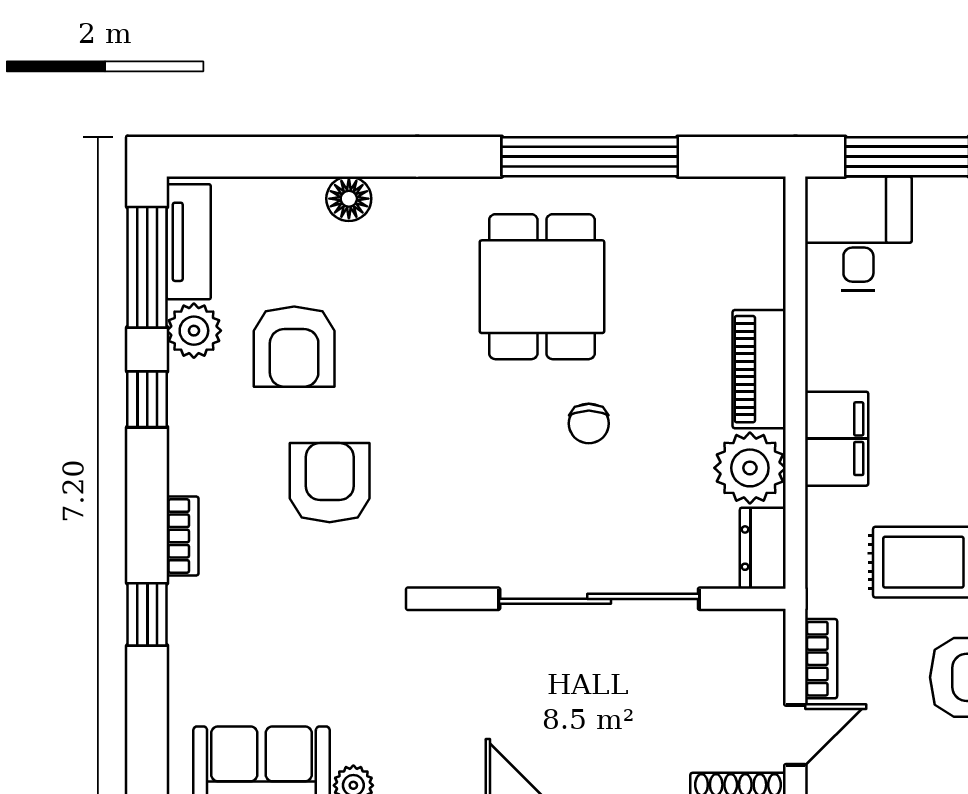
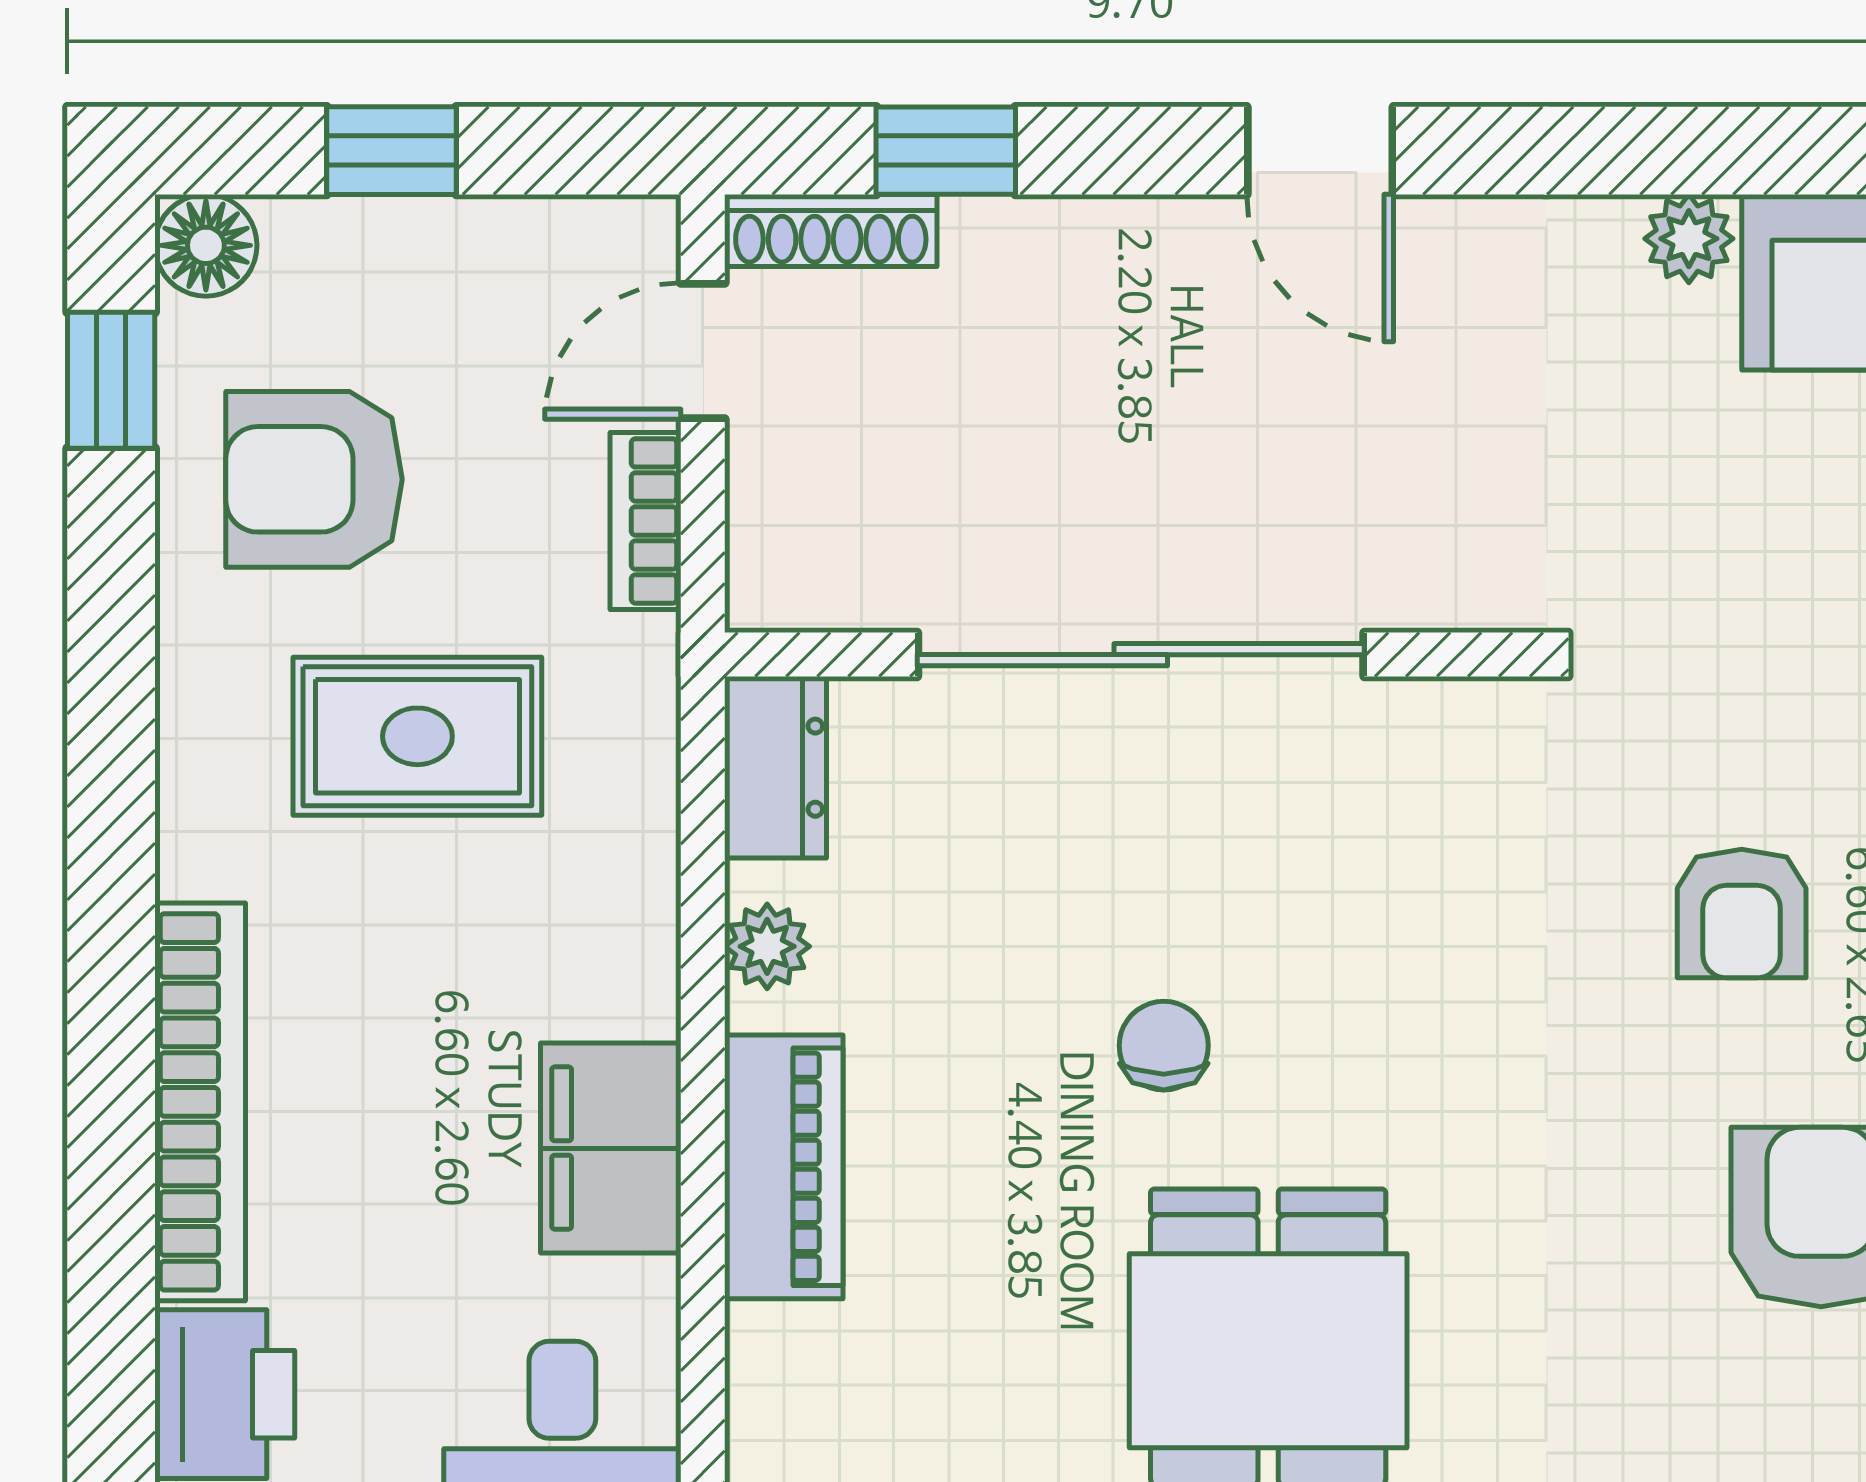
filing cabinet: (837, 439) -> (611, 1148), moved
plant: (750, 468) -> (767, 946), width x0.53, depth x0.53
armchair: (330, 483) -> (1742, 914), width x0.72, depth x0.72

